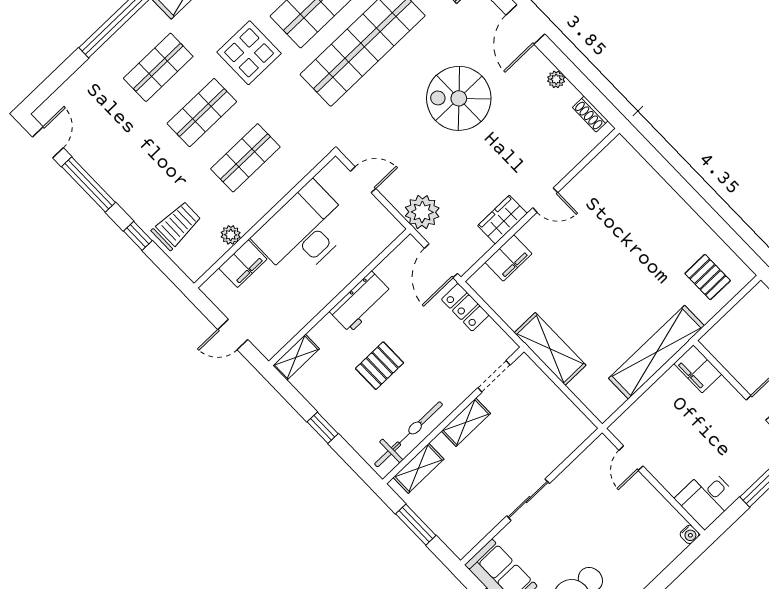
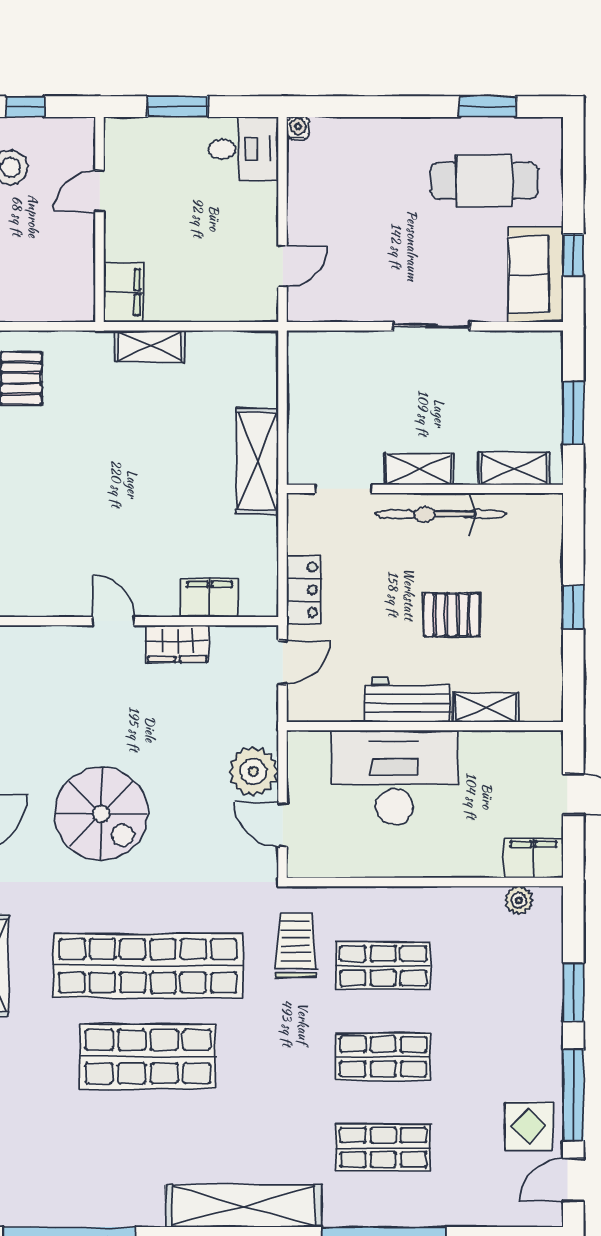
display table: (249, 53) -> (529, 1126), moved, width x0.73, depth x0.73
plant: (422, 212) -> (253, 771), moved
trolley: (176, 226) -> (296, 946), moved, turned 90
desk: (304, 231) -> (395, 777), moved, turned 180
plant: (231, 235) -> (519, 900), moved
window: (138, 236) -> (573, 992), width x1.50
door: (441, 261) -> (283, 662), width x0.73
filing cabinet: (243, 264) -> (533, 858), moved
shelving: (657, 352) -> (150, 346), width x0.45, depth x0.75
shelving: (296, 357) -> (486, 707), moved
bicycle: (409, 434) -> (441, 514), moved

